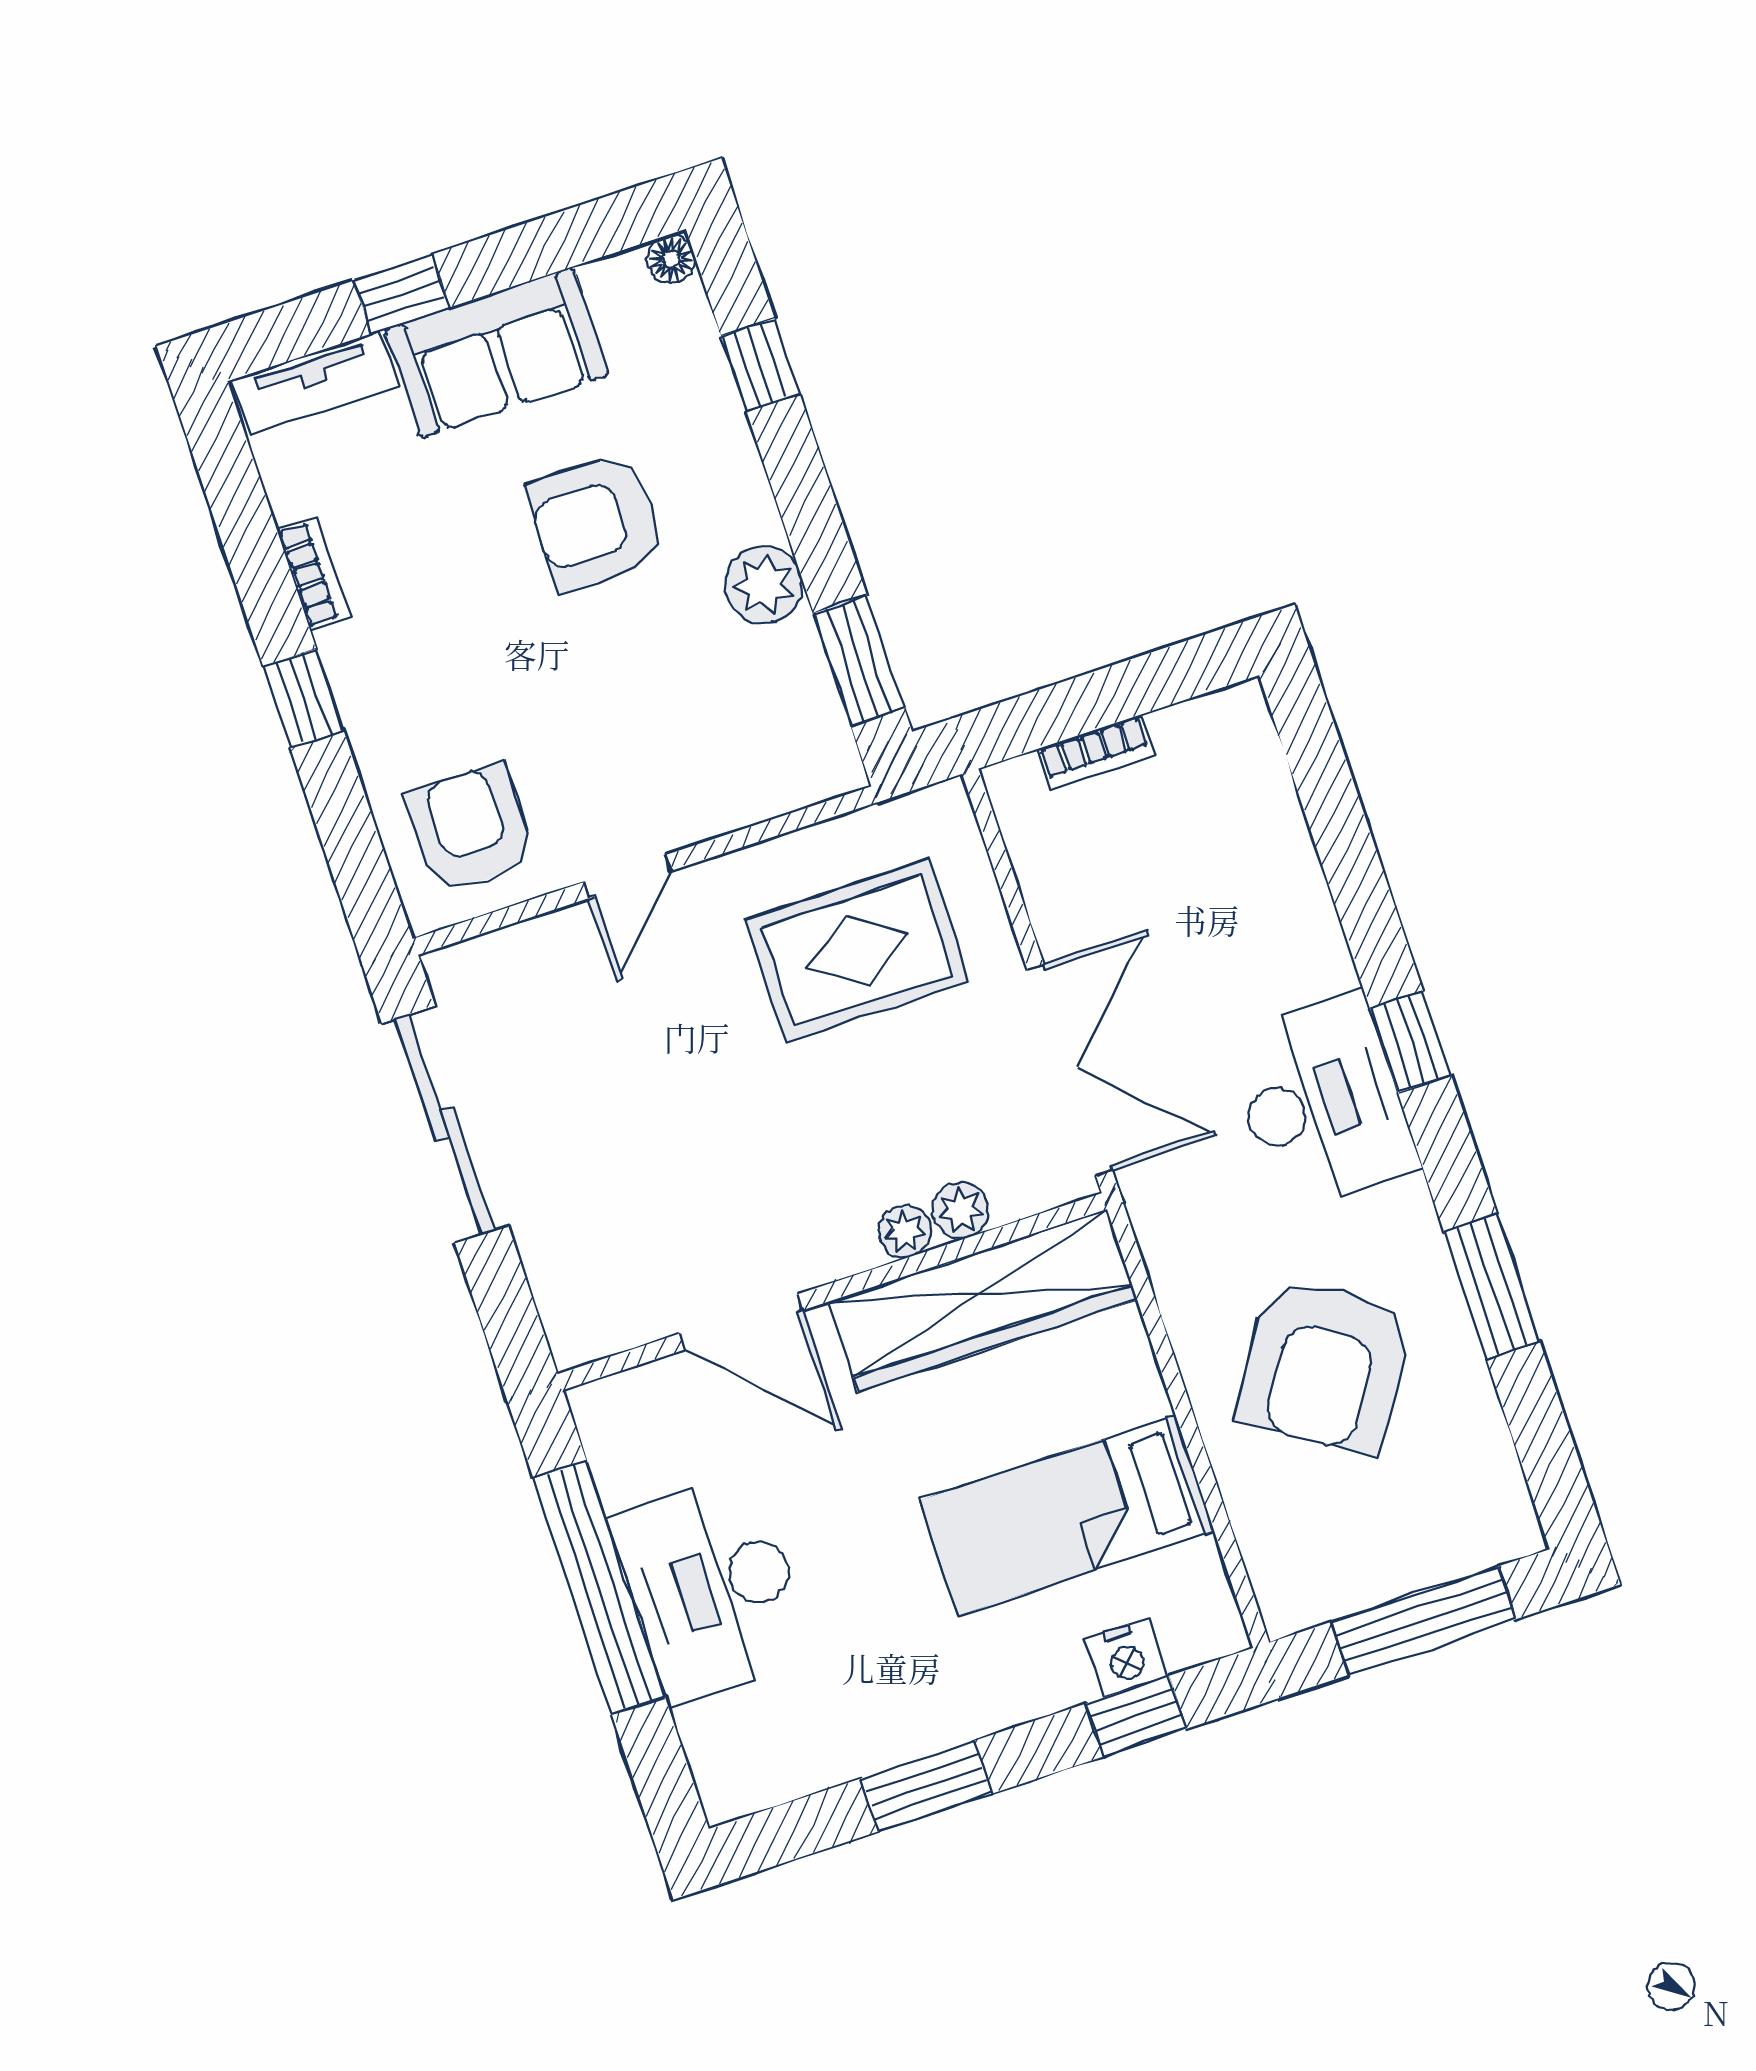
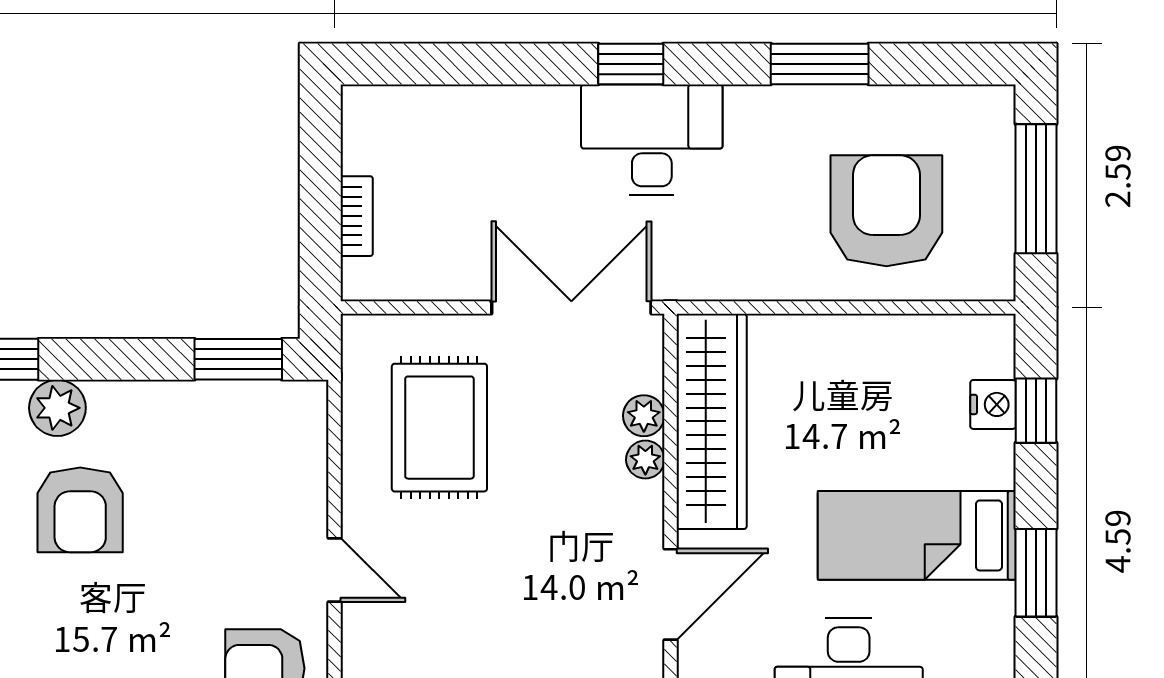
plant: (764, 585) -> (57, 408), moved
armchair: (1325, 1365) -> (886, 211), moved, turned -123
bed: (1067, 1515) -> (917, 535), moved, turned 90

